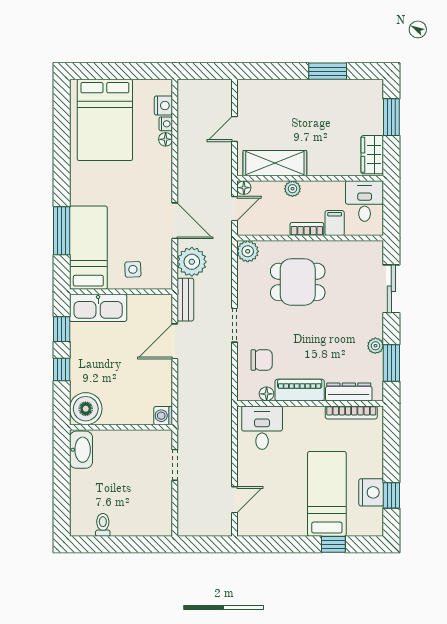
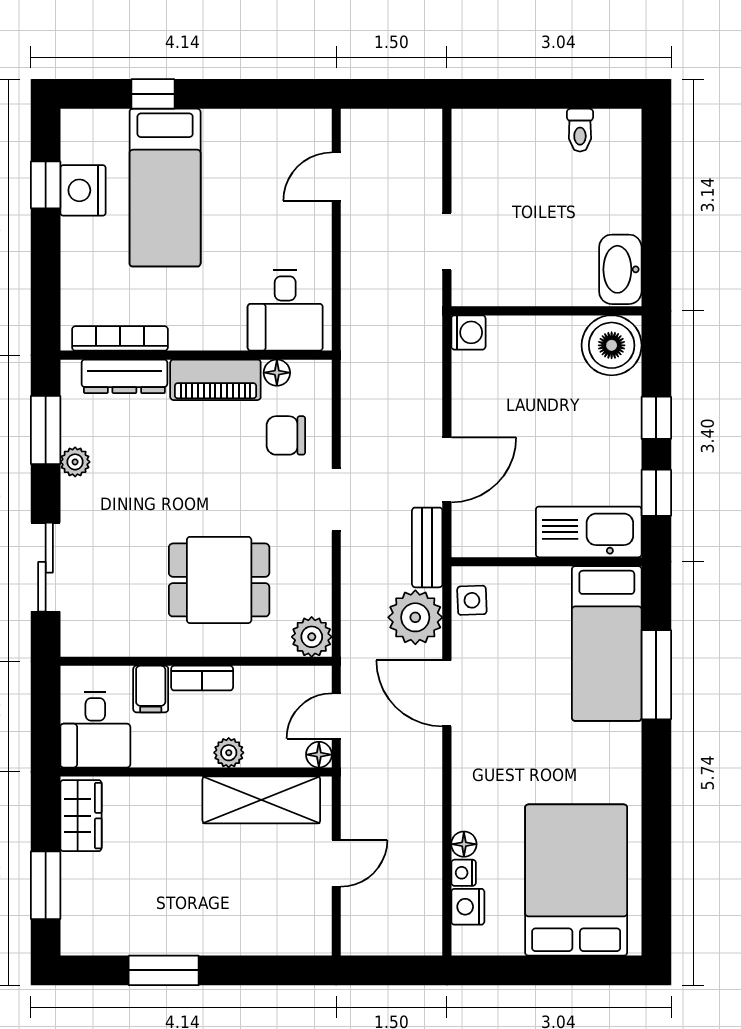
side table: (133, 269) -> (472, 600), moved

